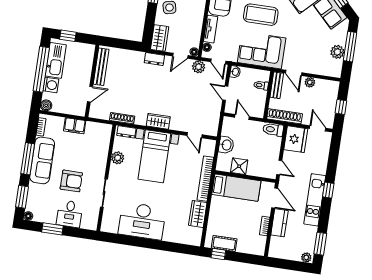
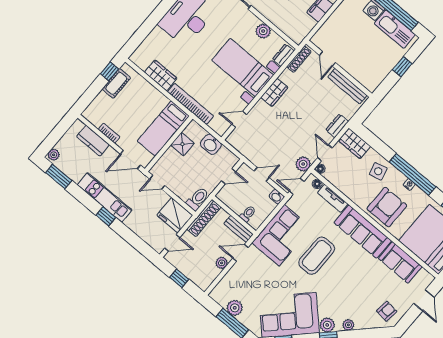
window: (68, 36) -> (402, 67), moved
bench: (101, 67) -> (347, 86), moved
wall: (92, 81) -> (339, 69), moved
door: (90, 94) -> (327, 59), moved
kitchen counter: (279, 223) -> (93, 141), moved

